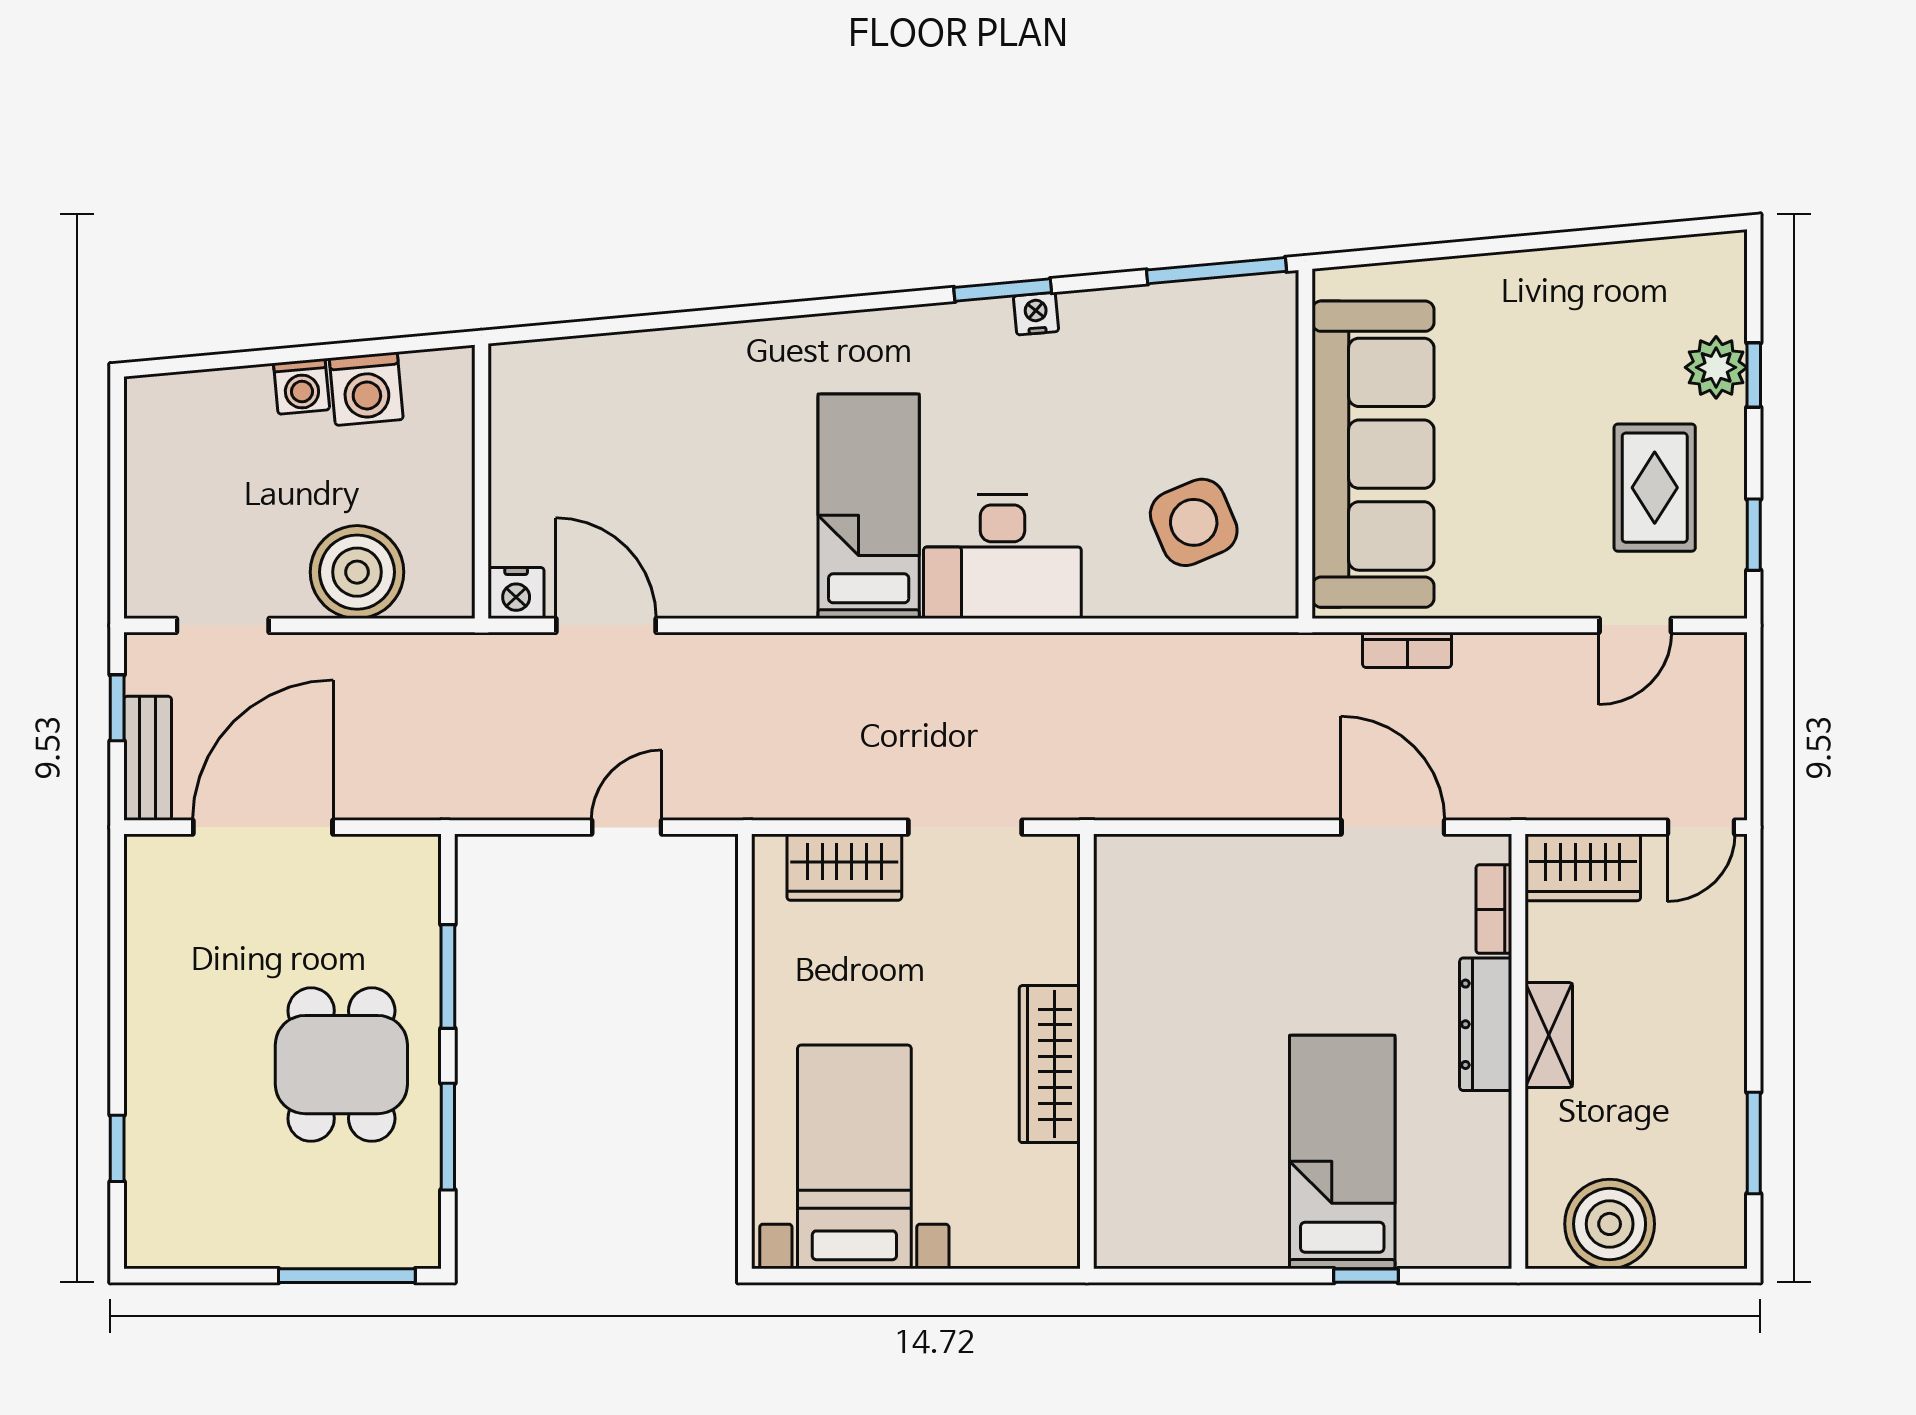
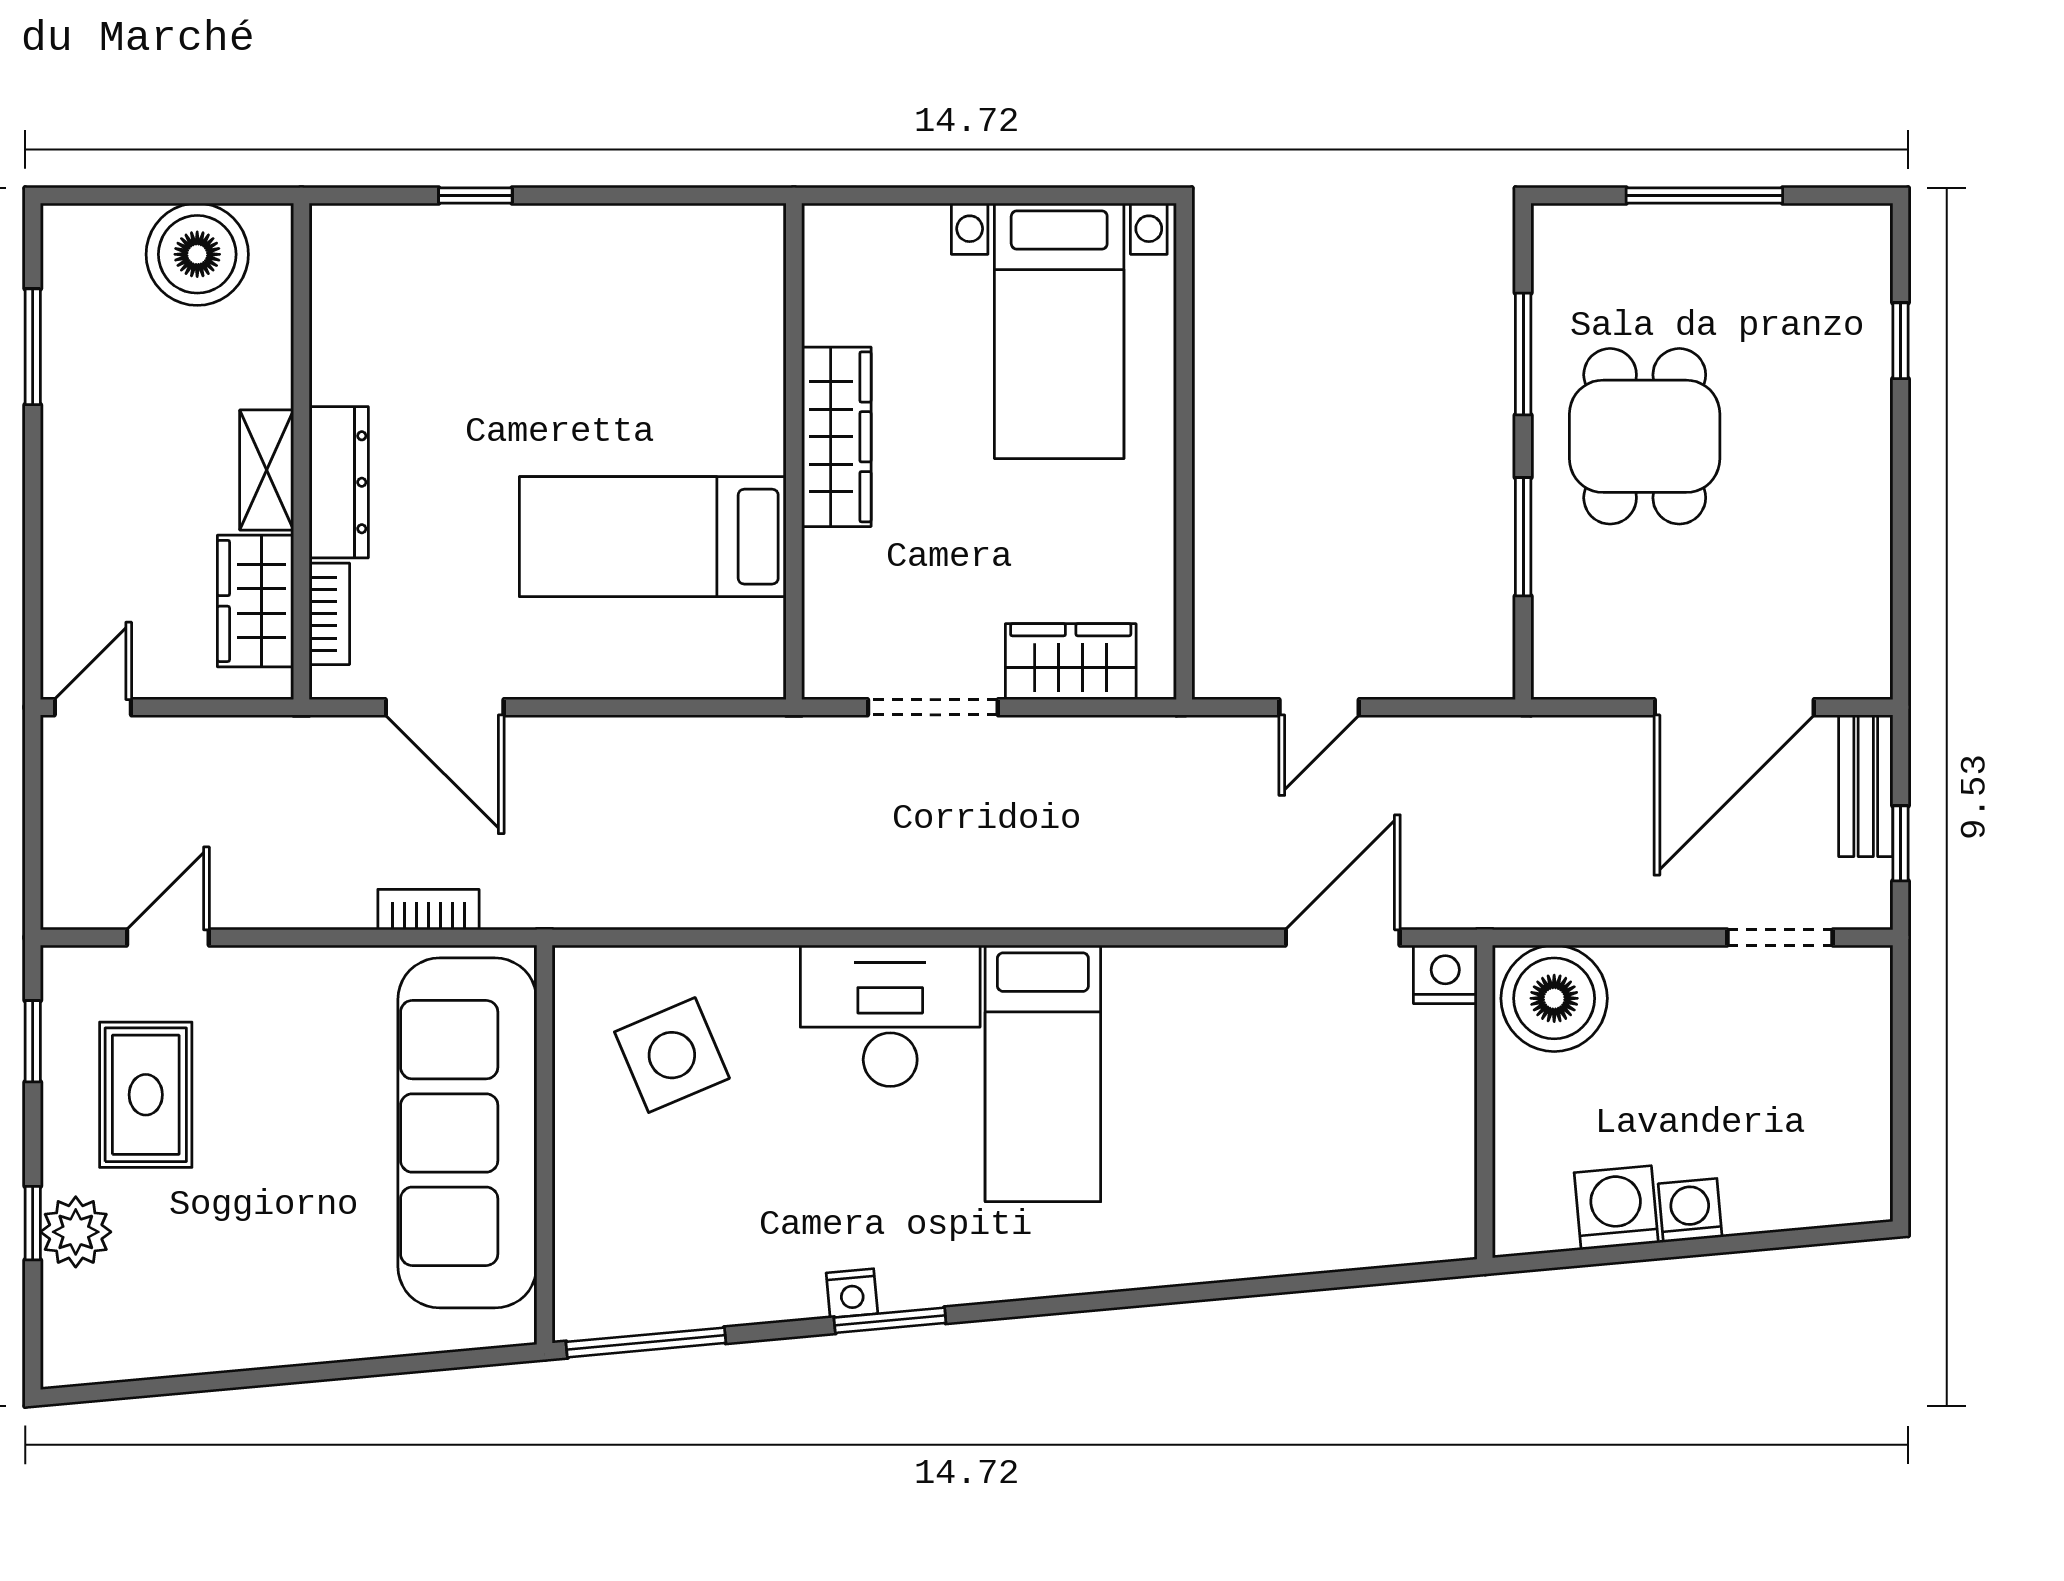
boiler: (357, 572) -> (1554, 998), moved
door: (606, 625) -> (1343, 938), swing flipped
wardrobe: (1583, 867) -> (255, 601), moved, turned -90
bed: (1342, 1152) -> (653, 537), moved, turned 90
window: (347, 1276) -> (1704, 195), moved

